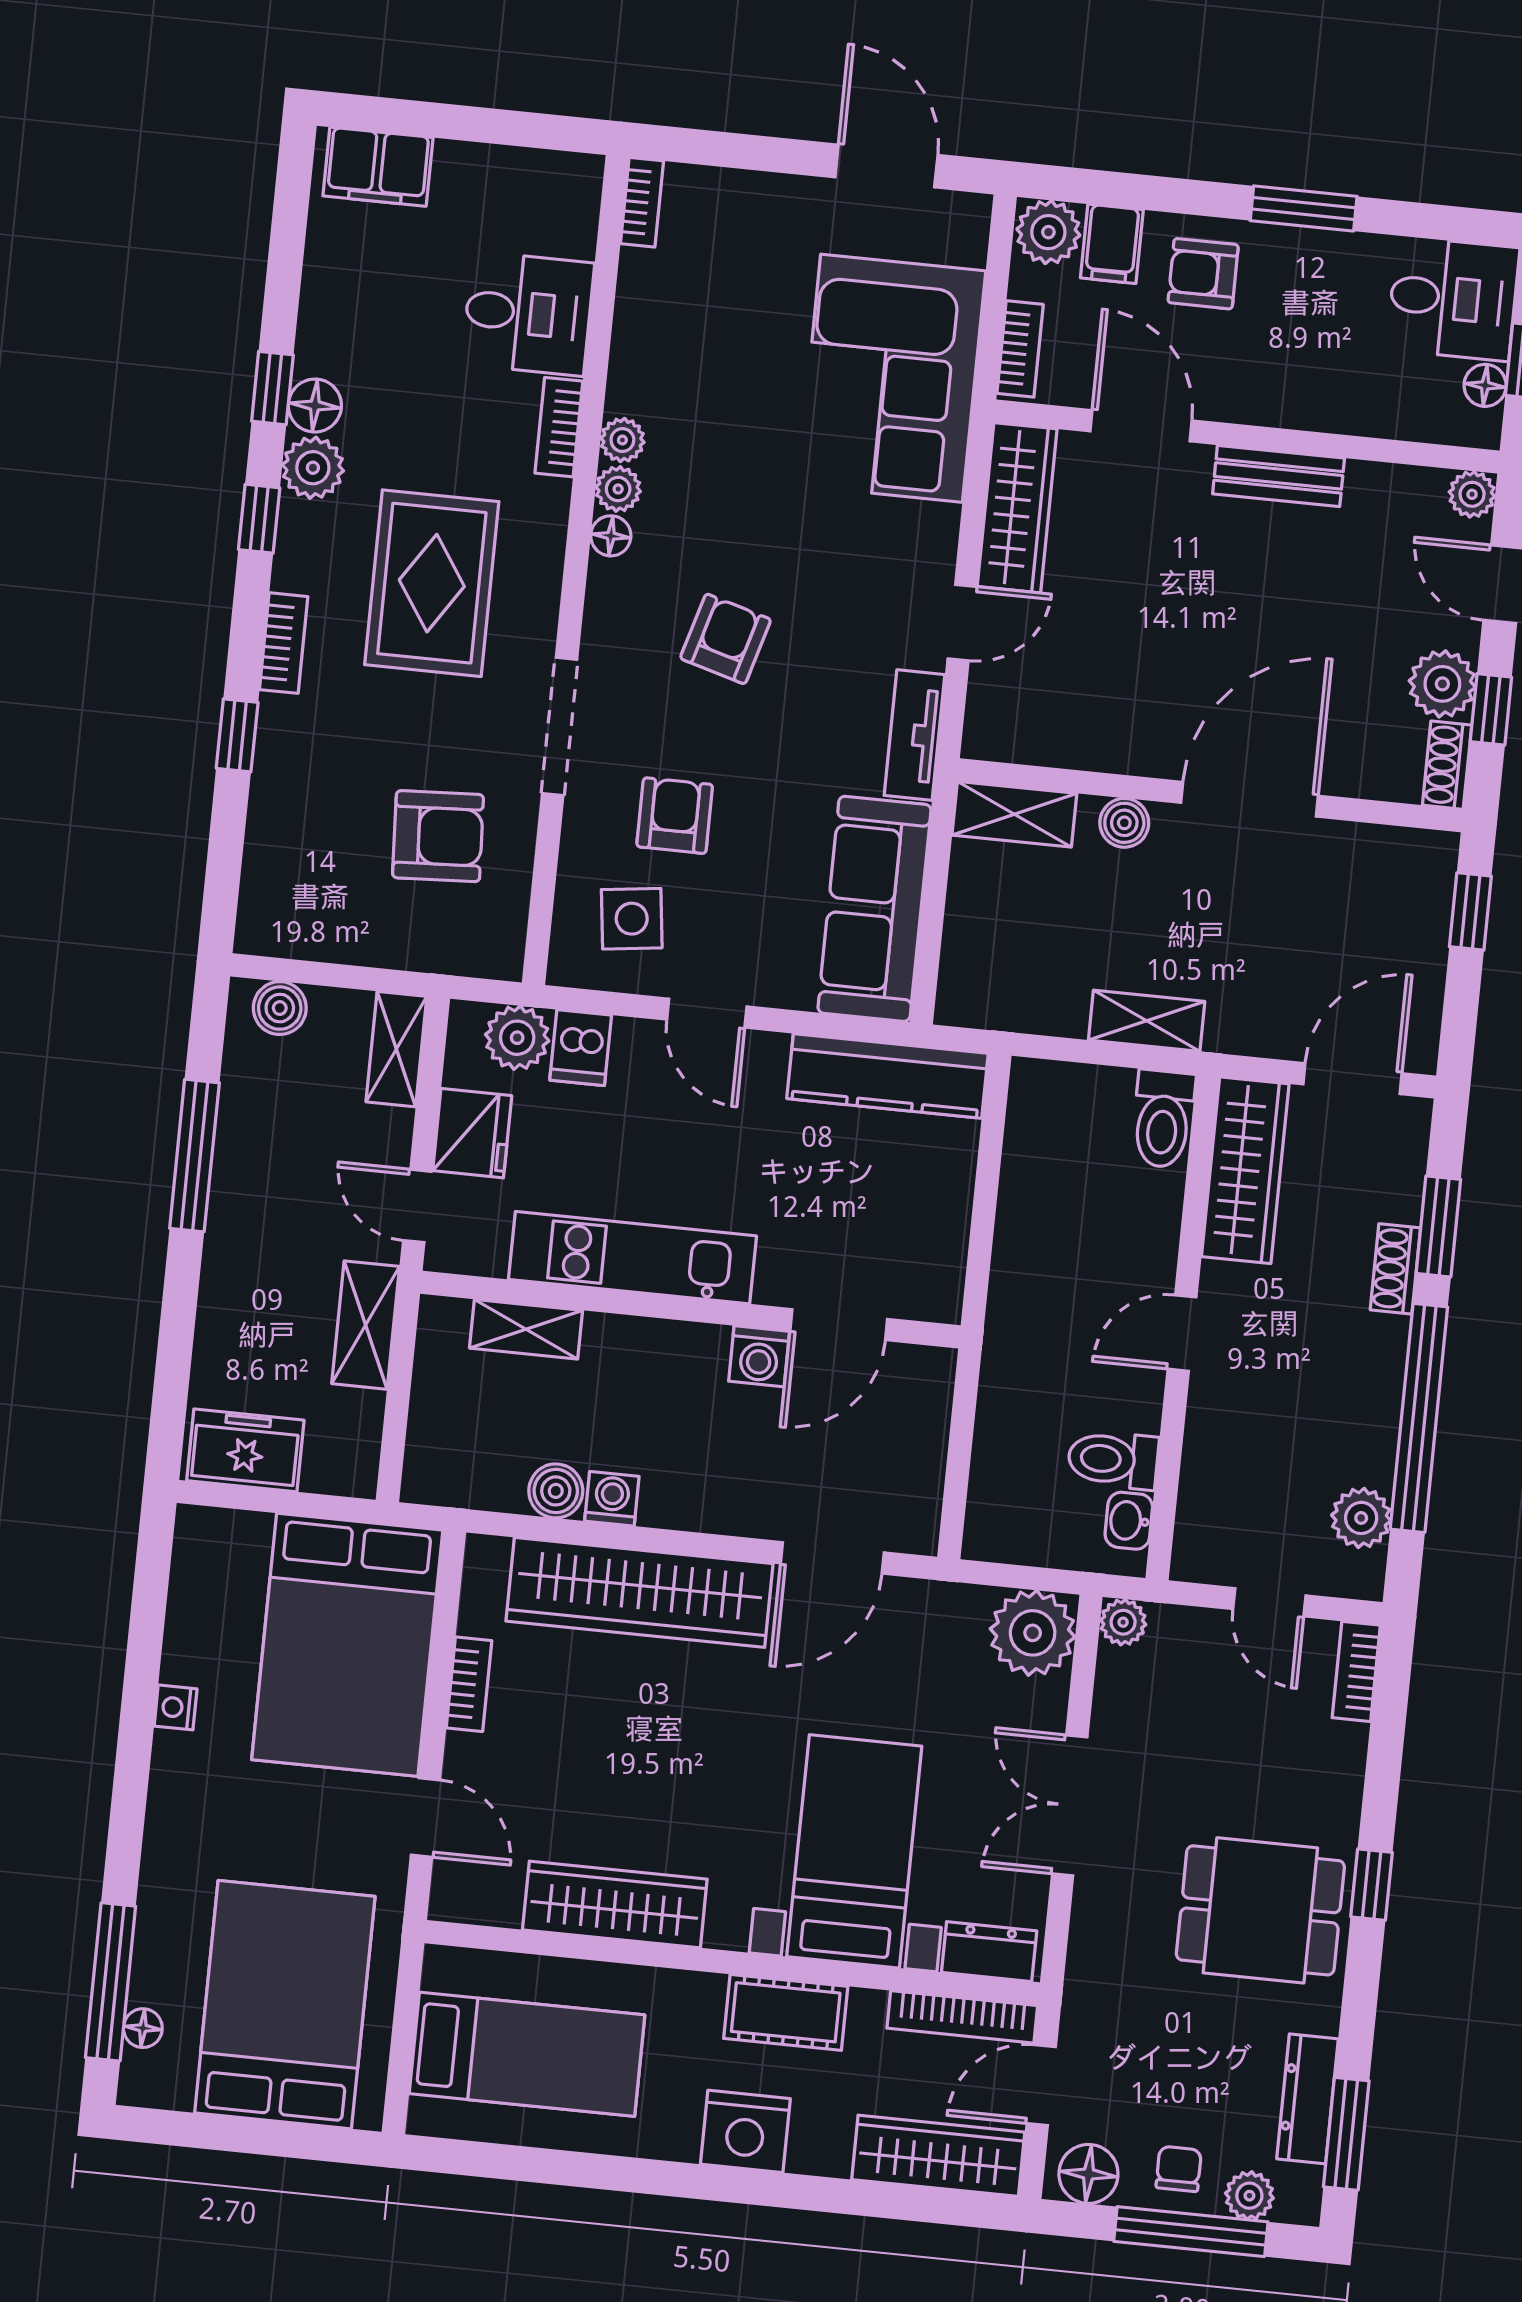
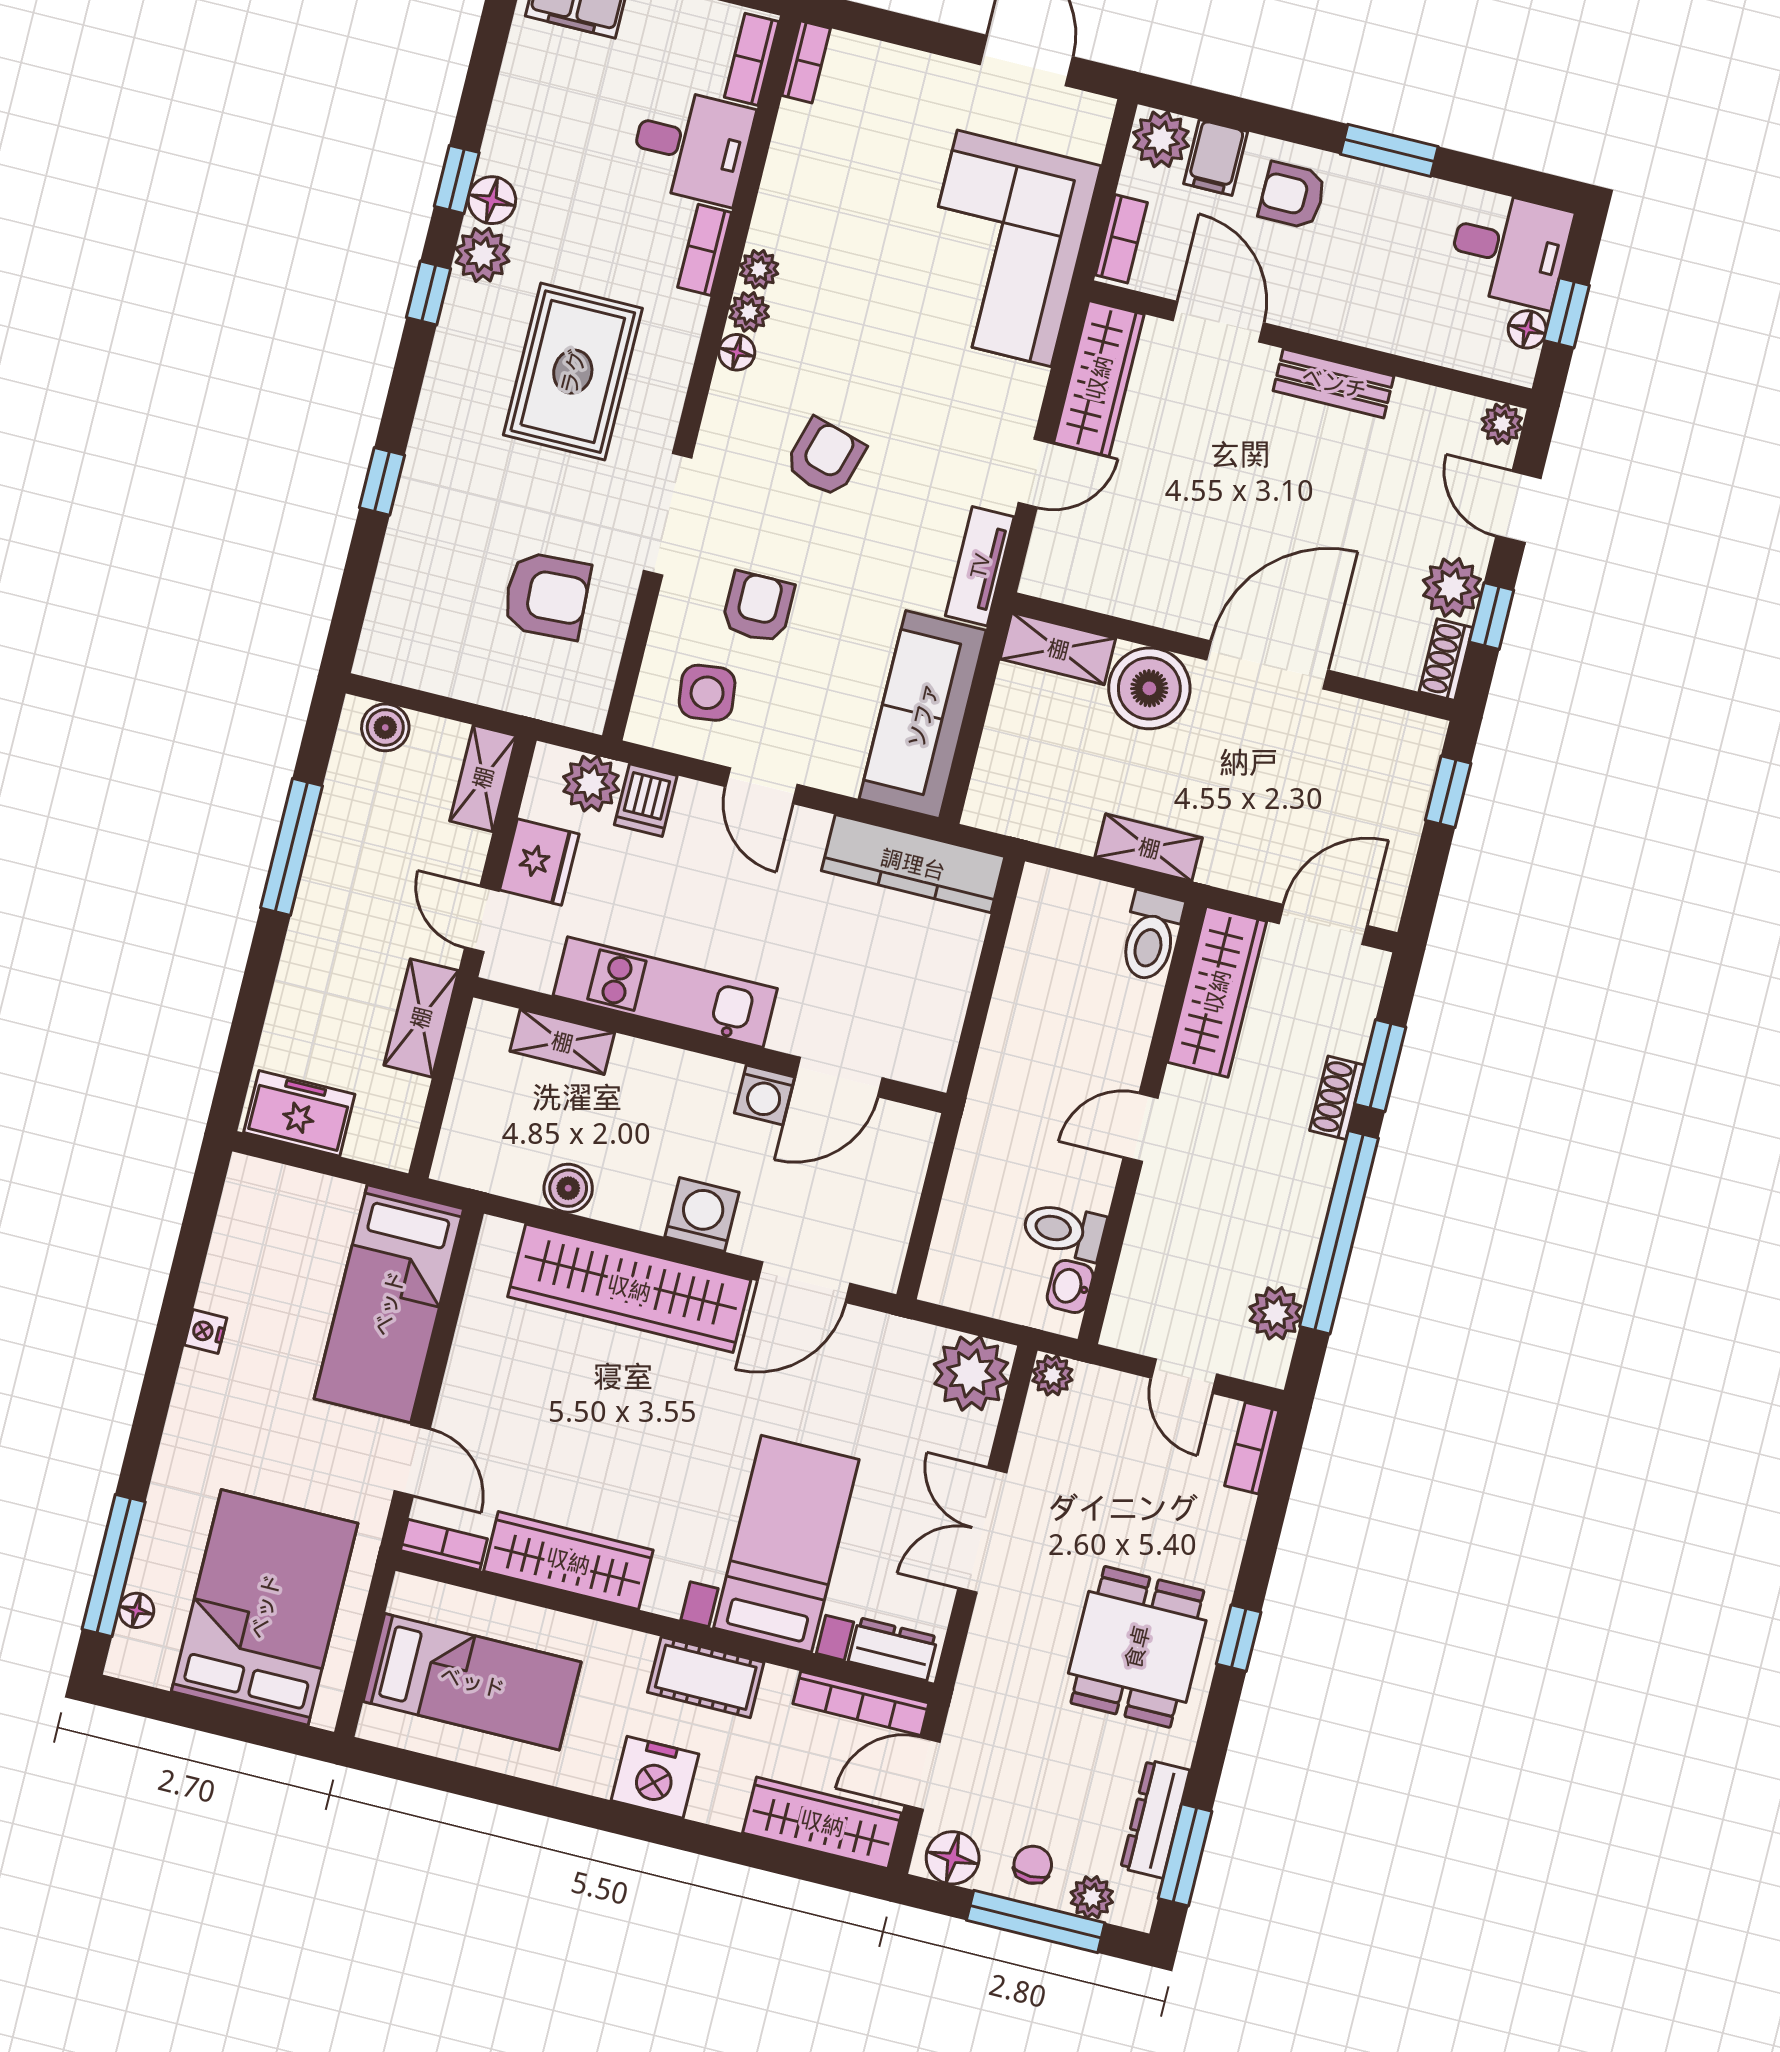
bookcase: (284, 643) -> (752, 59), moved, turned 180
boiler: (1124, 823) -> (1149, 688), width x1.86, depth x1.86
washing machine: (612, 1499) -> (702, 1215), moved, width x1.38, depth x1.38
bed: (347, 1645) -> (389, 1304), width x0.67
bookcase: (469, 1684) -> (444, 1545), moved, turned -90
dining table: (1260, 1910) -> (1137, 1647), turned 90

